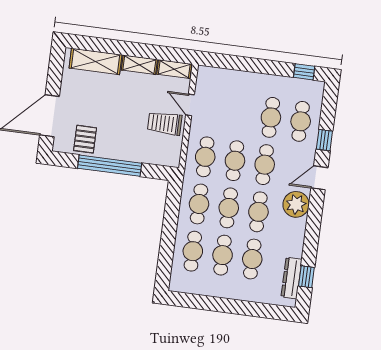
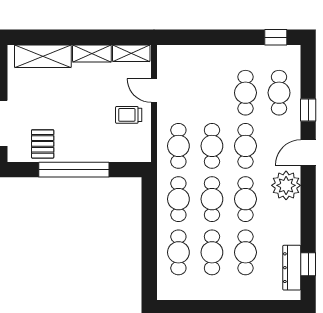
trolley: (165, 123) -> (129, 115), width x0.73, depth x0.72

